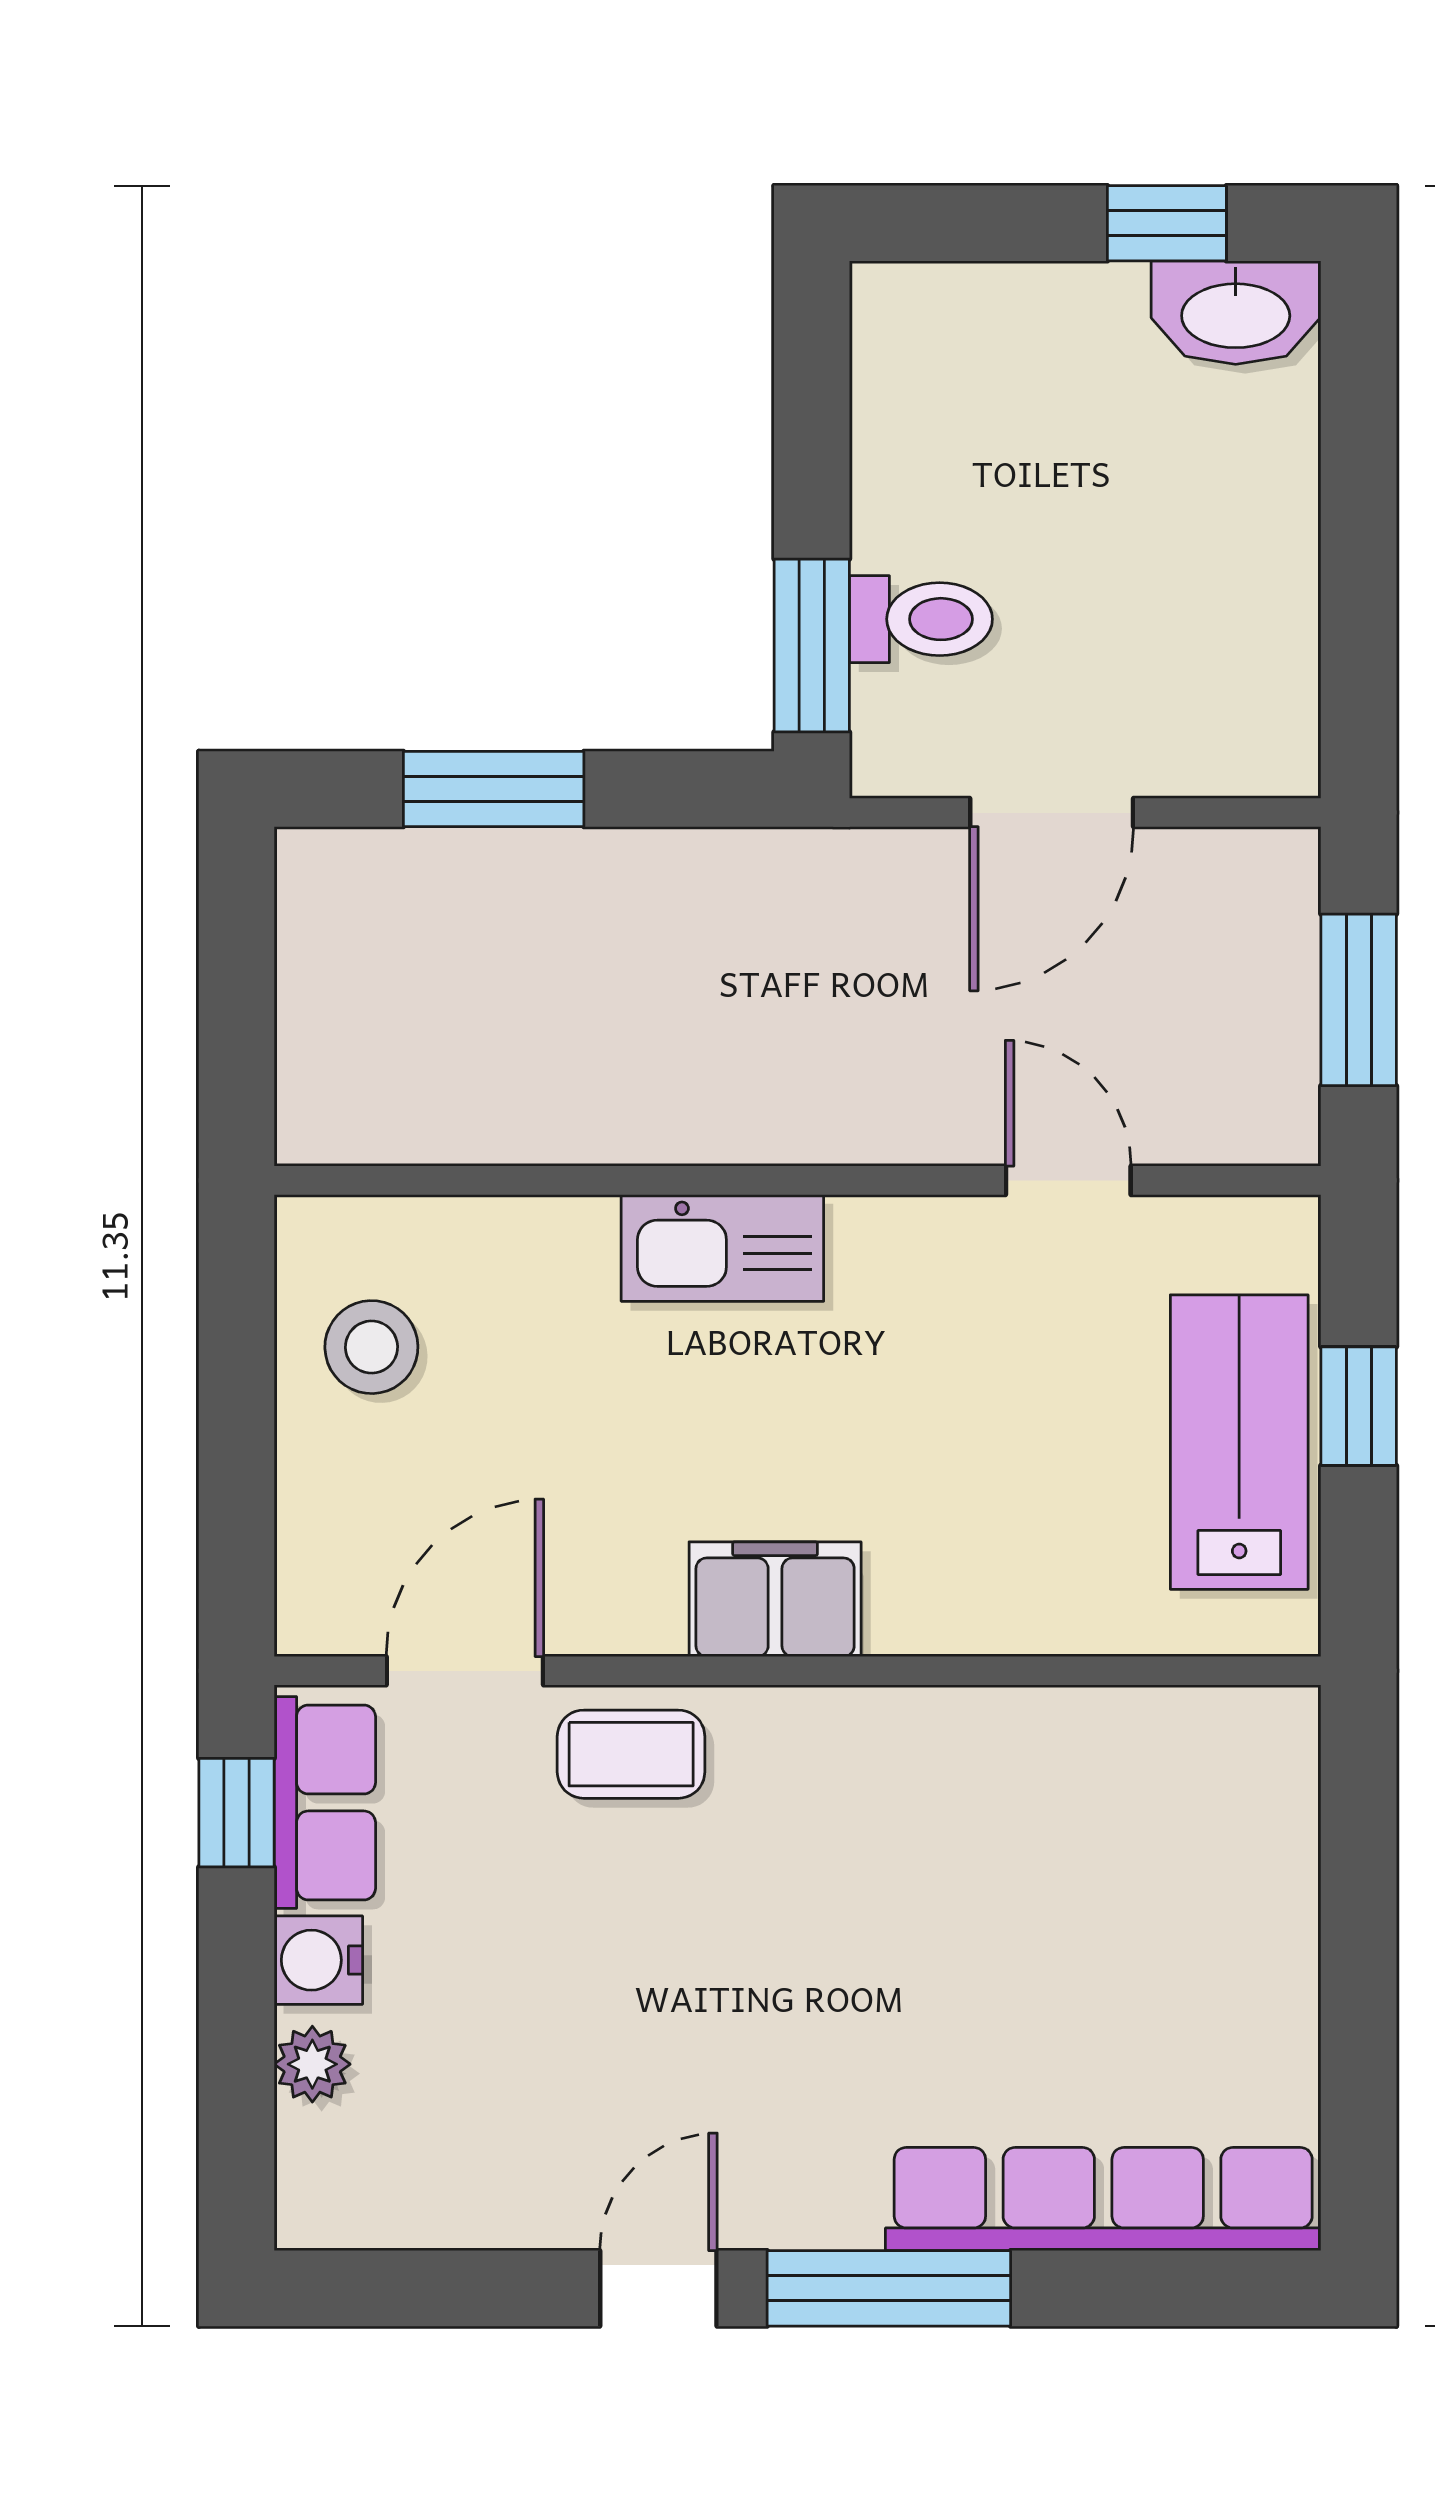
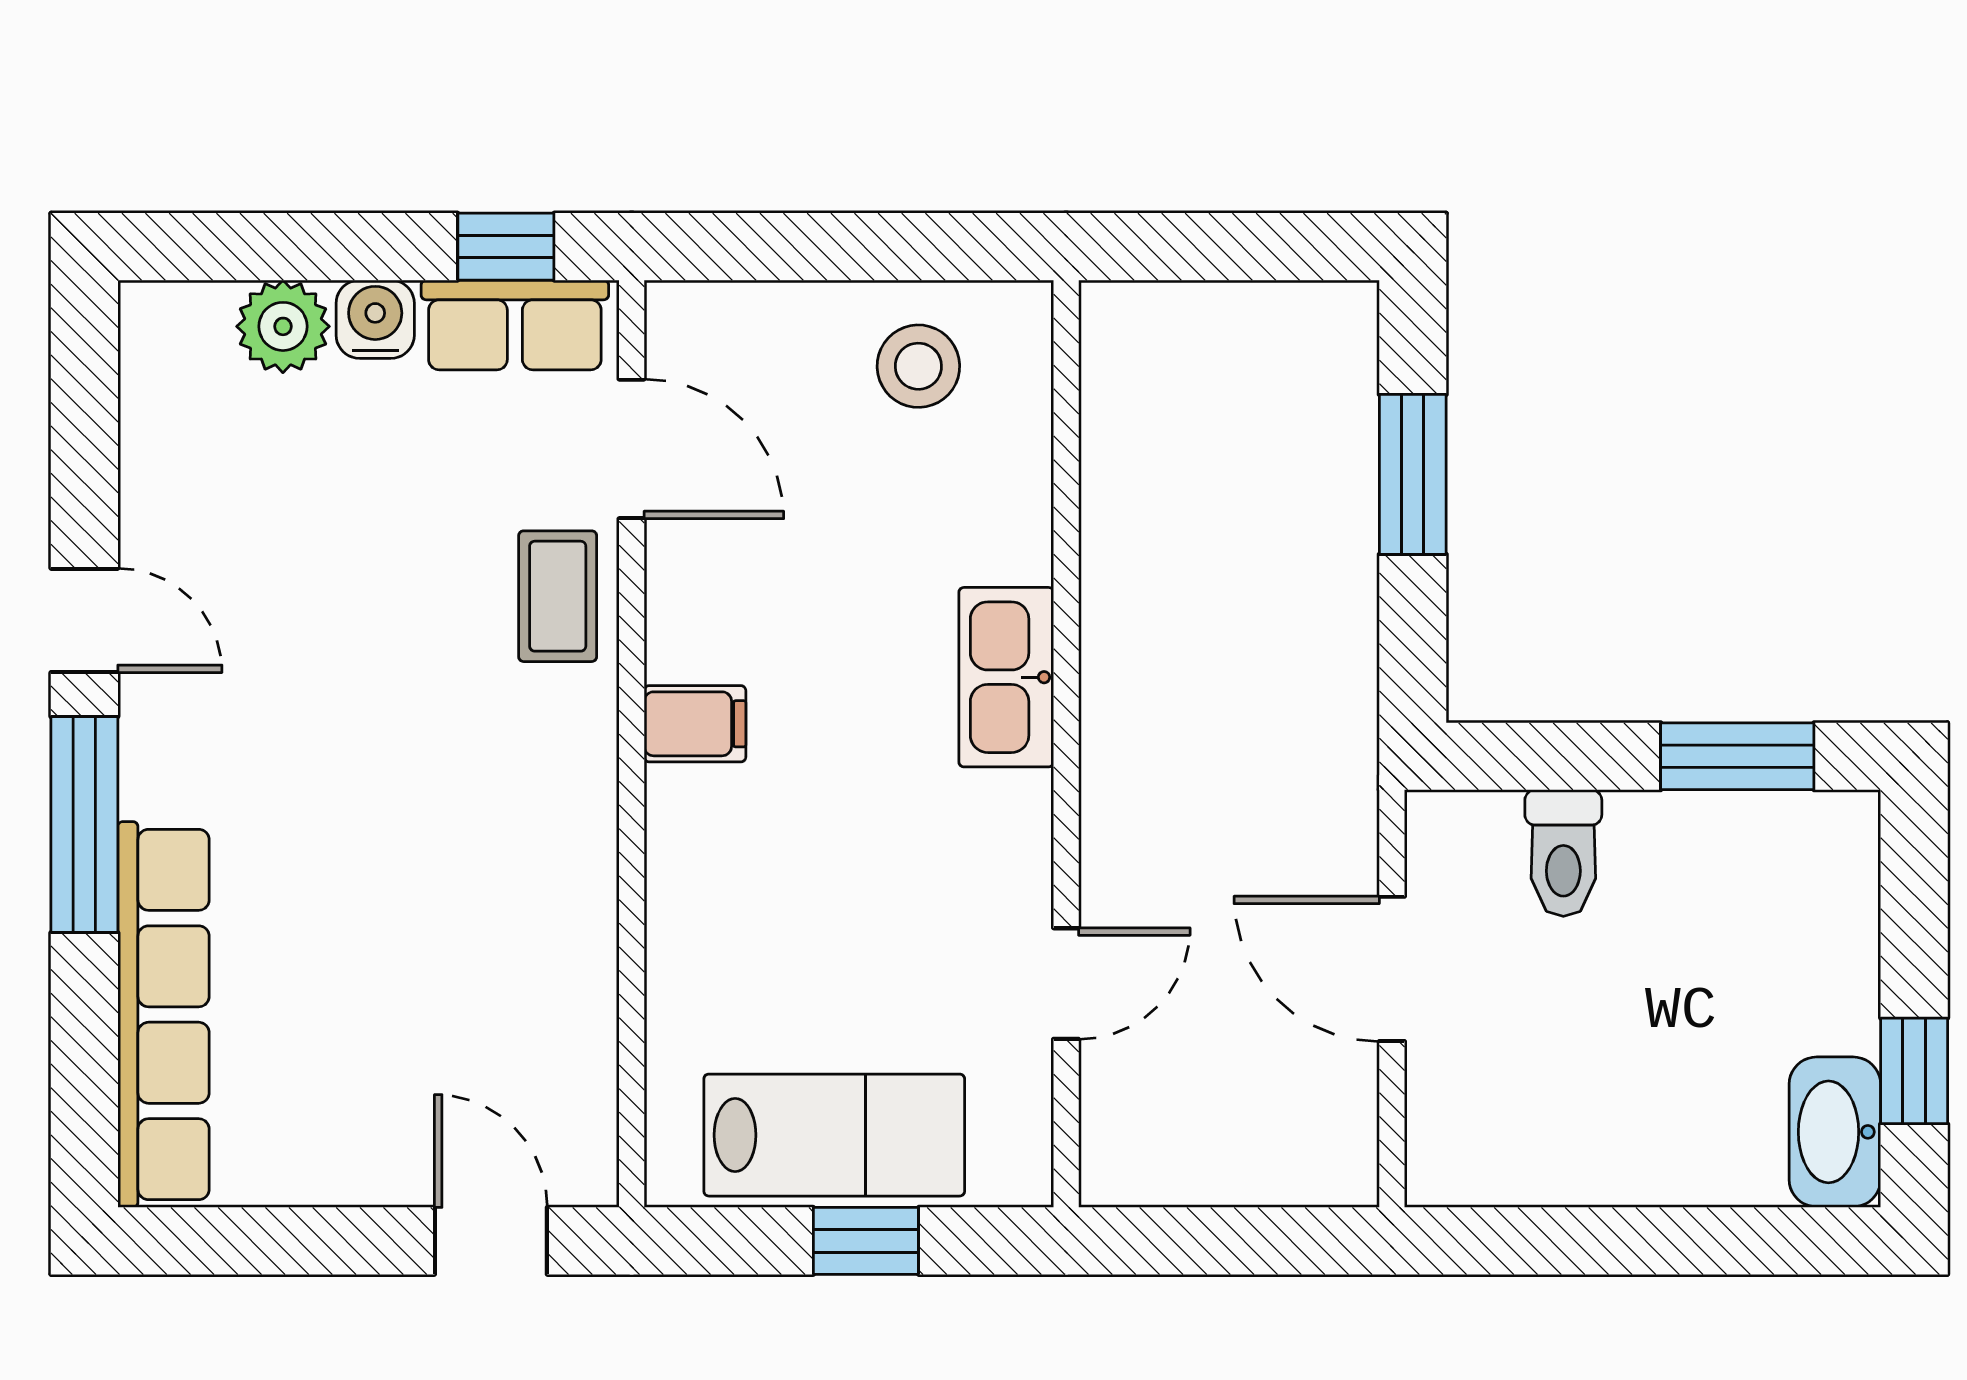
window: (812, 645) -> (1737, 756), moved
window: (1359, 1000) -> (1226, 1241), removed
filing cabinet: (775, 1599) -> (695, 724), width x0.50
door: (1359, 1830) -> (491, 1241), added
plant: (312, 2064) -> (283, 326), width x1.38, depth x1.38

